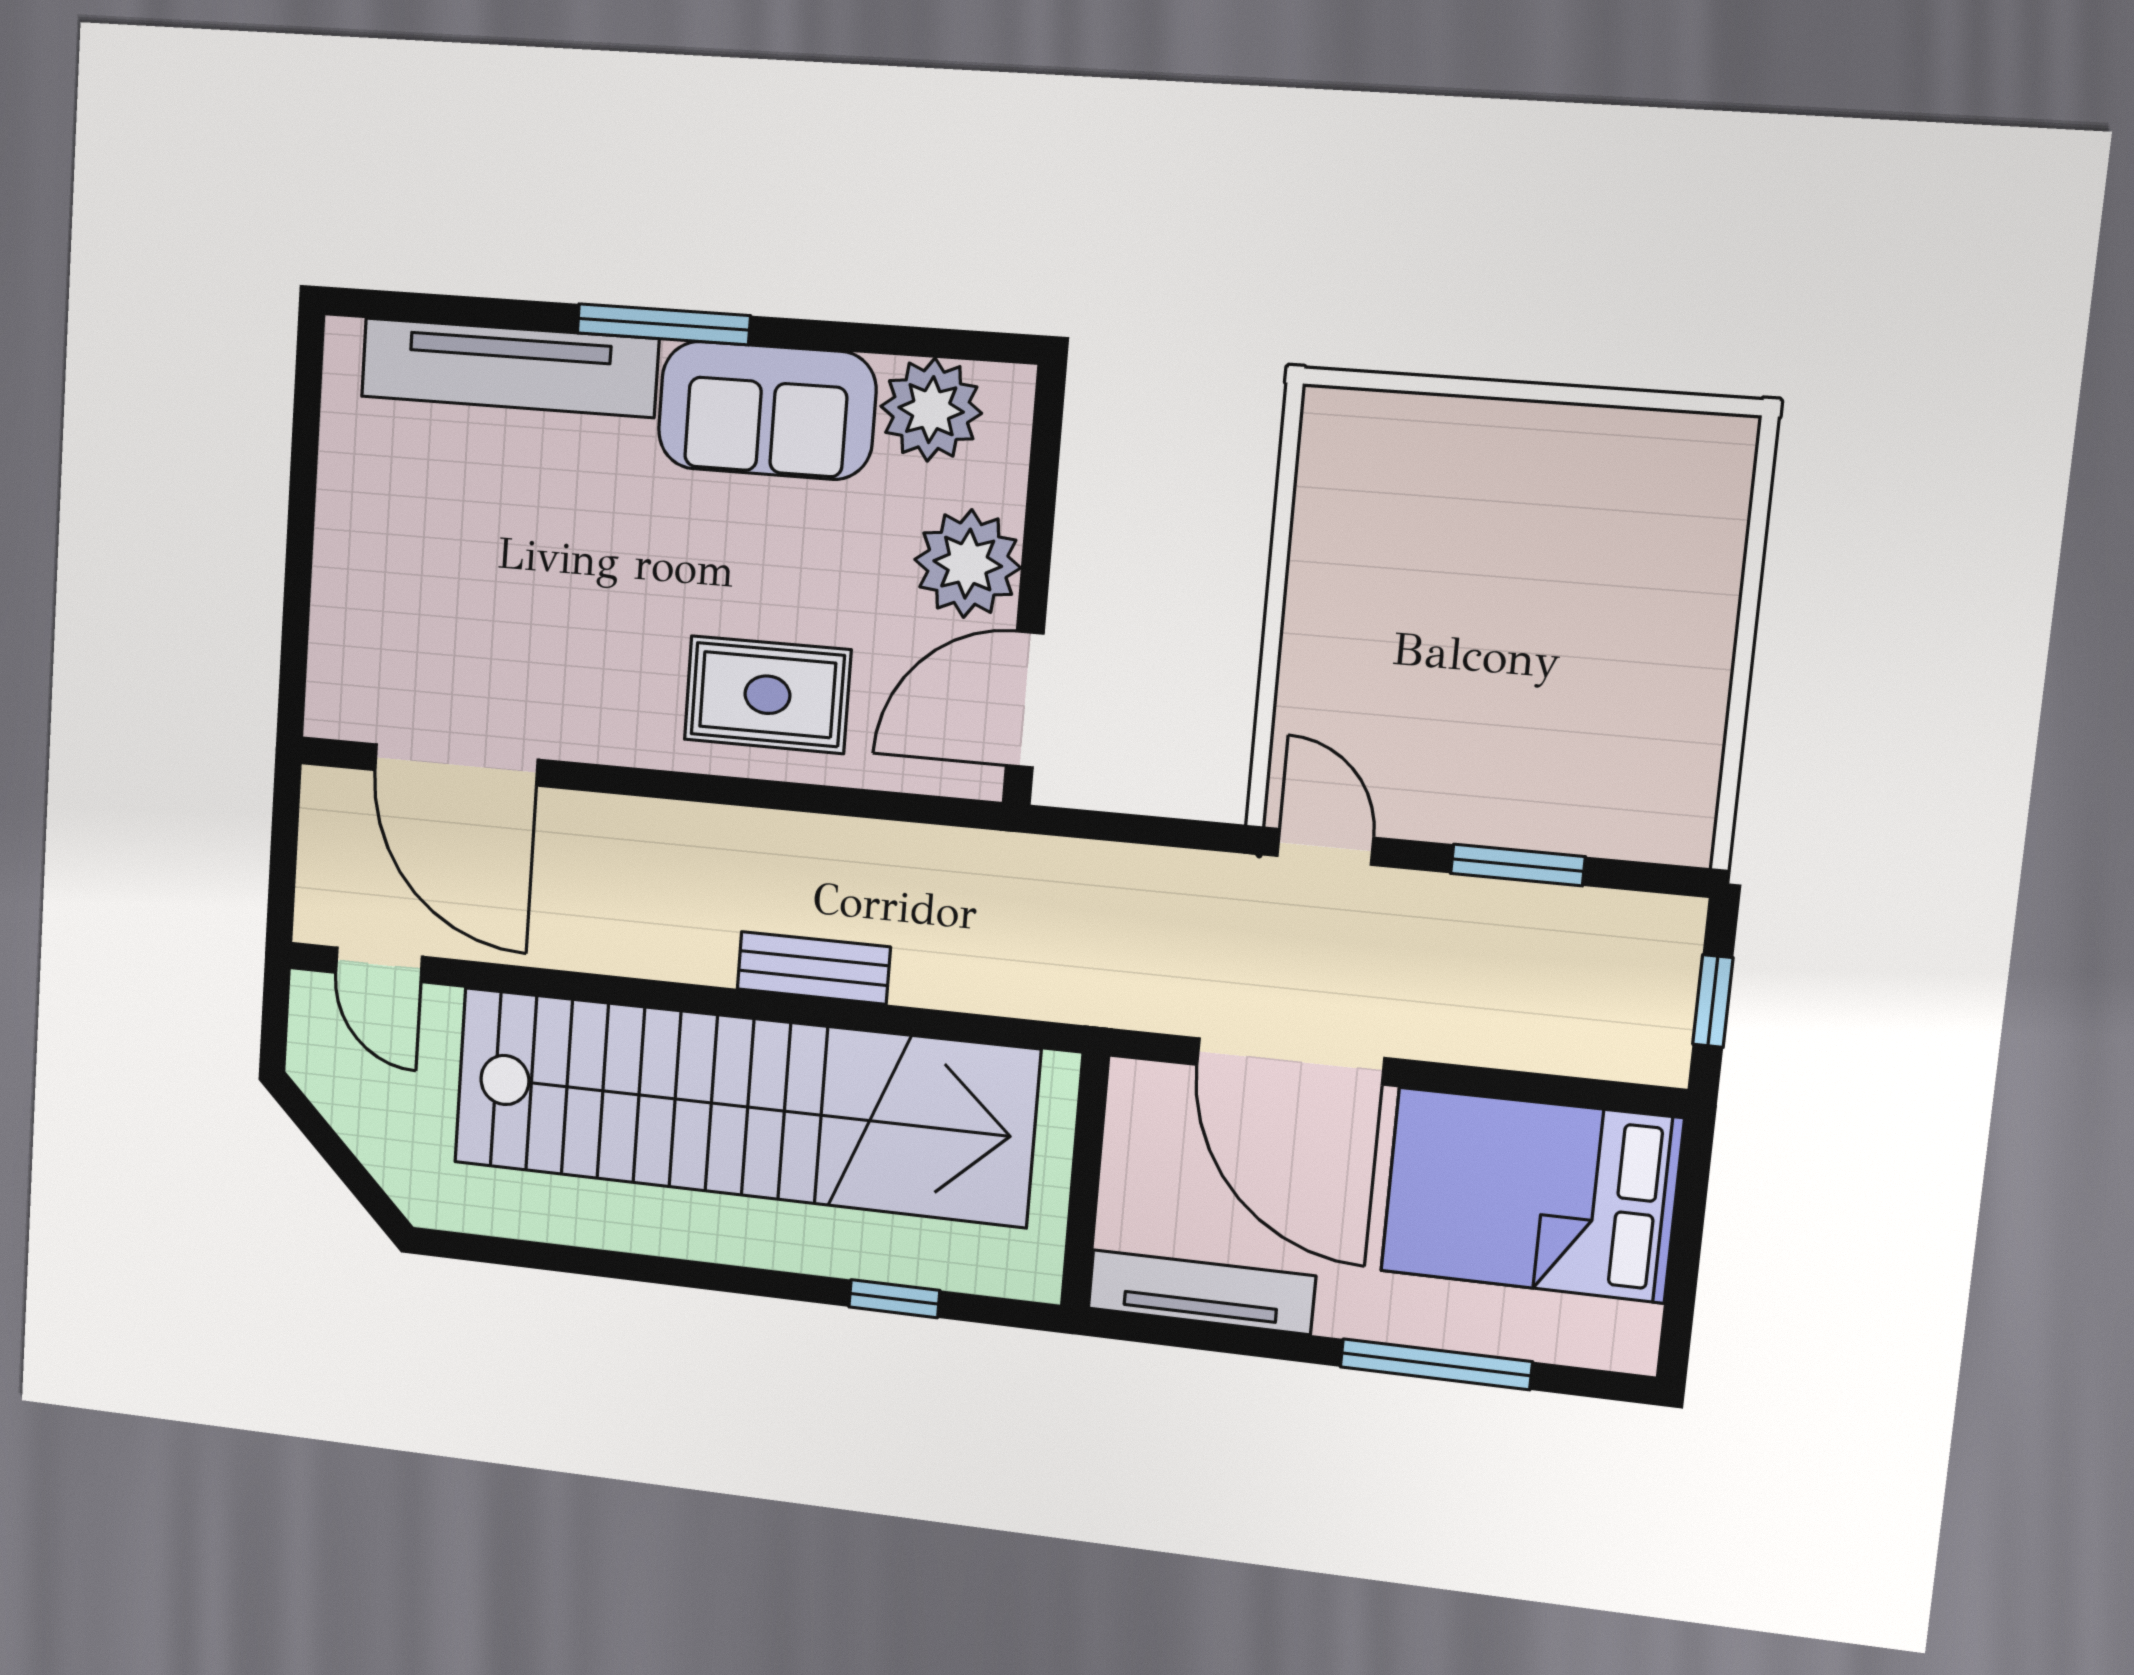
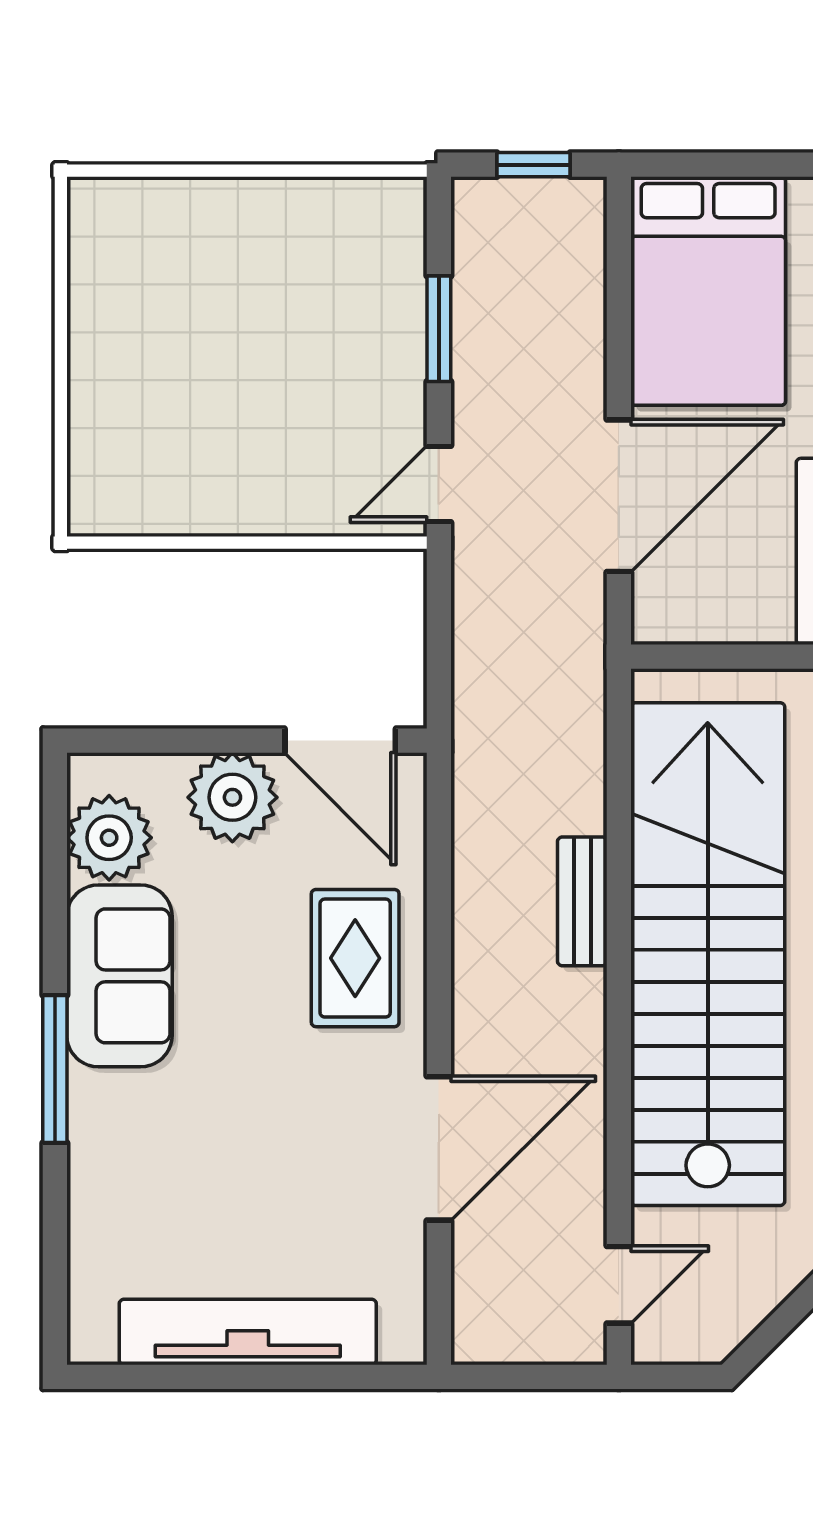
tv unit: (509, 368) -> (248, 1332), moved, turned -90
door: (456, 765) -> (439, 1148), moved

